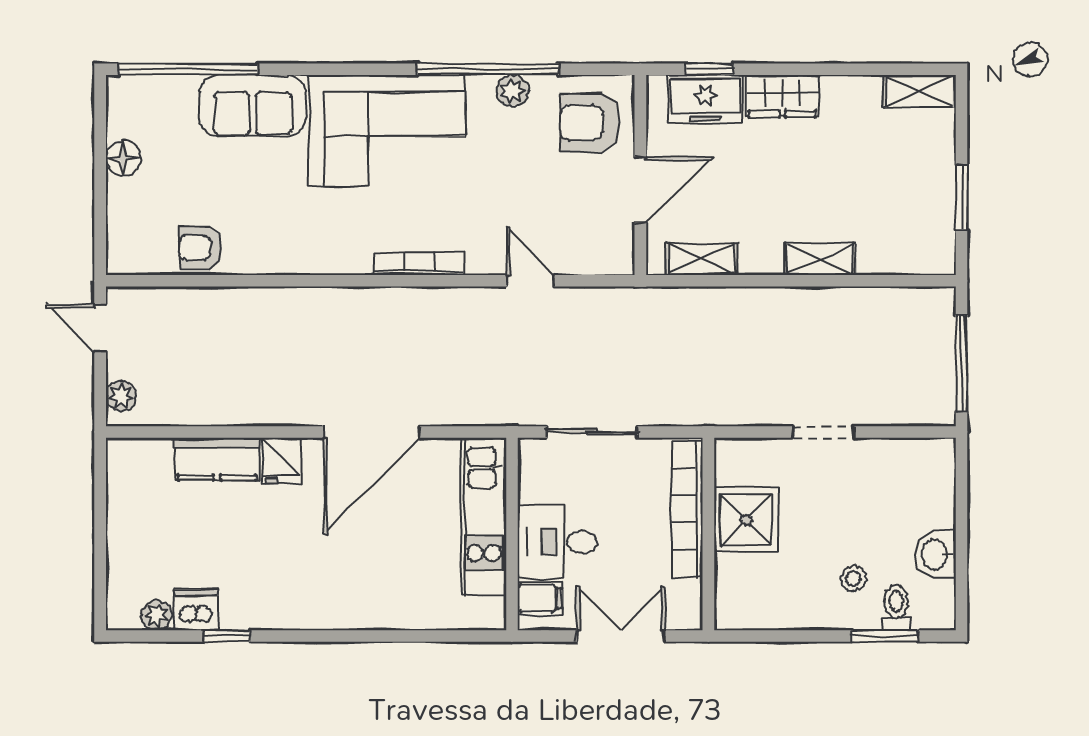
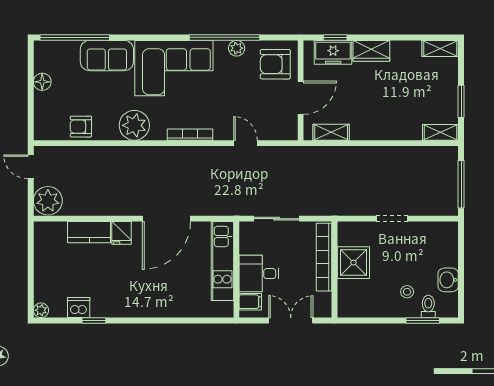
plant: (308, 245) -> (134, 125), added
shelving: (820, 259) -> (440, 132), moved
plant: (121, 396) -> (48, 201), width x1.88, depth x1.88
plant: (156, 615) -> (41, 310), moved

